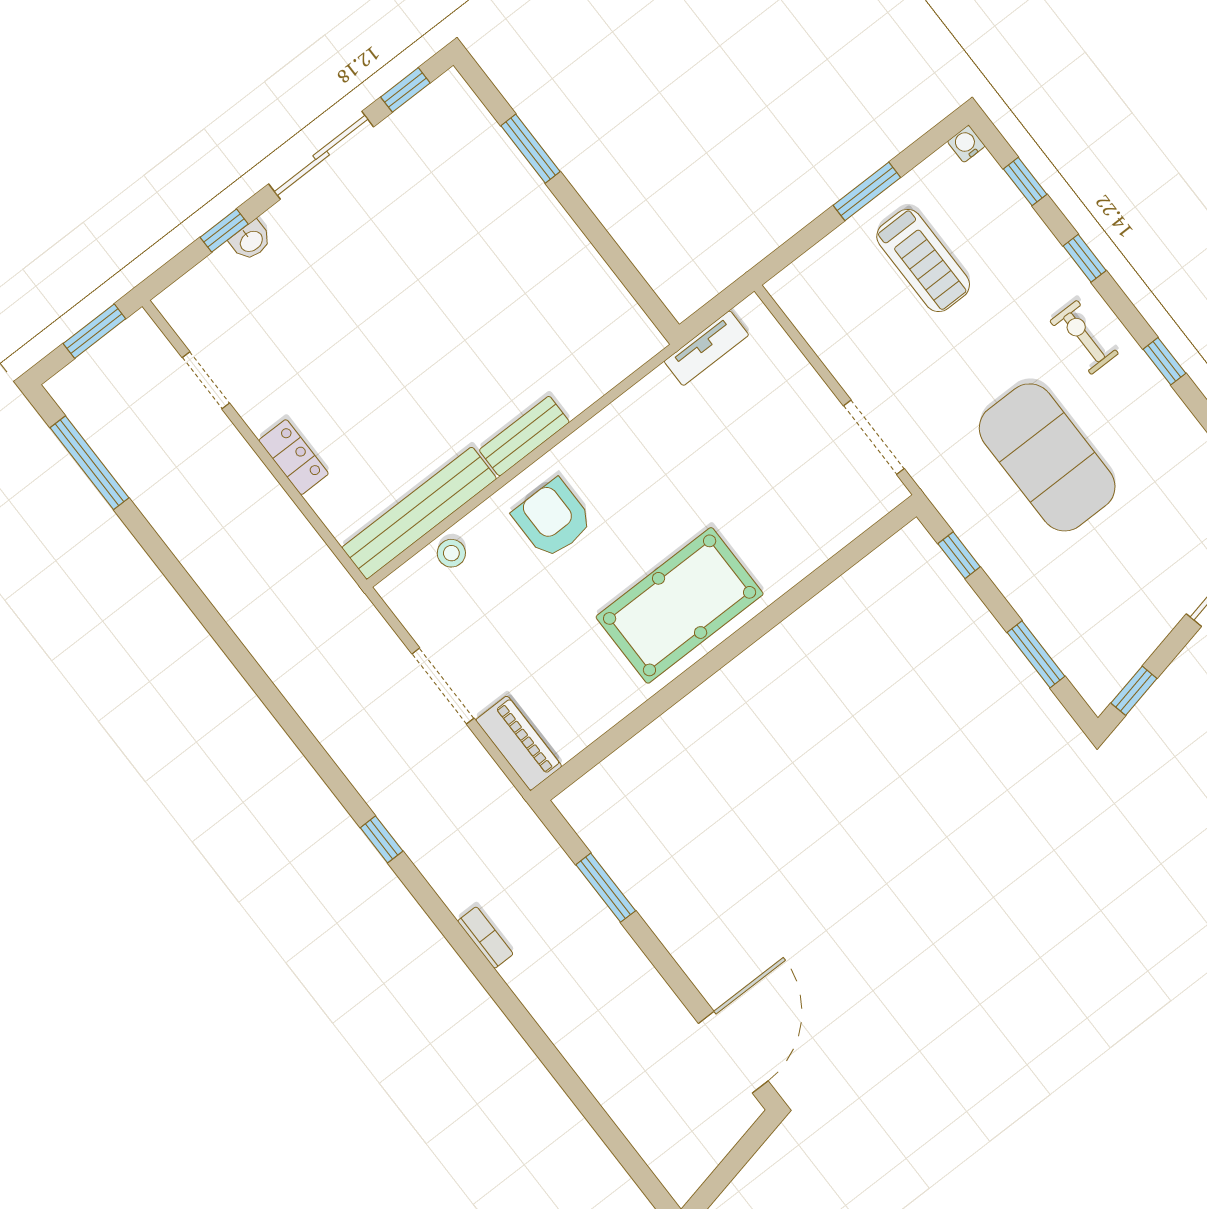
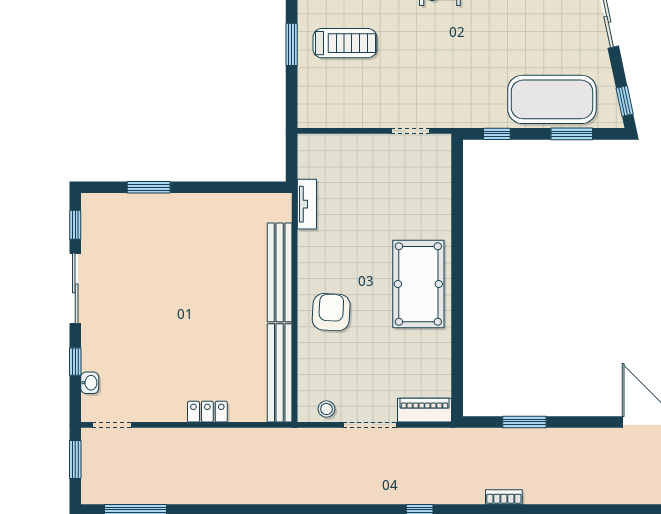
washbasin: (251, 241) -> (90, 383), moved
tv unit: (706, 348) -> (307, 204), moved
doorway: (206, 380) -> (112, 425), moved
bench: (524, 436) -> (280, 272), width x1.86, depth x1.21
doorway: (874, 437) -> (410, 131), width x0.73
exercise mat: (1047, 457) -> (552, 99), moved
armchair: (553, 519) -> (331, 312), turned 93
stool: (451, 553) -> (326, 409), moved

